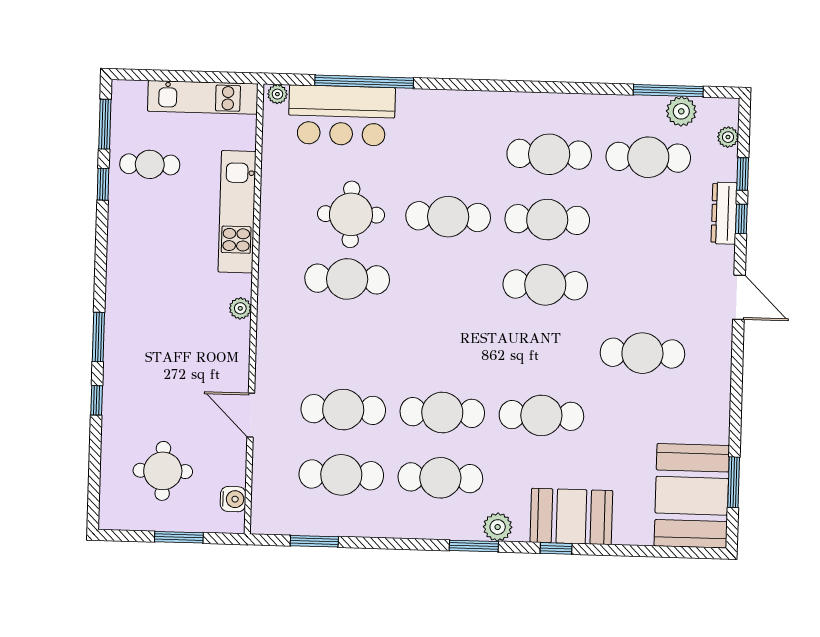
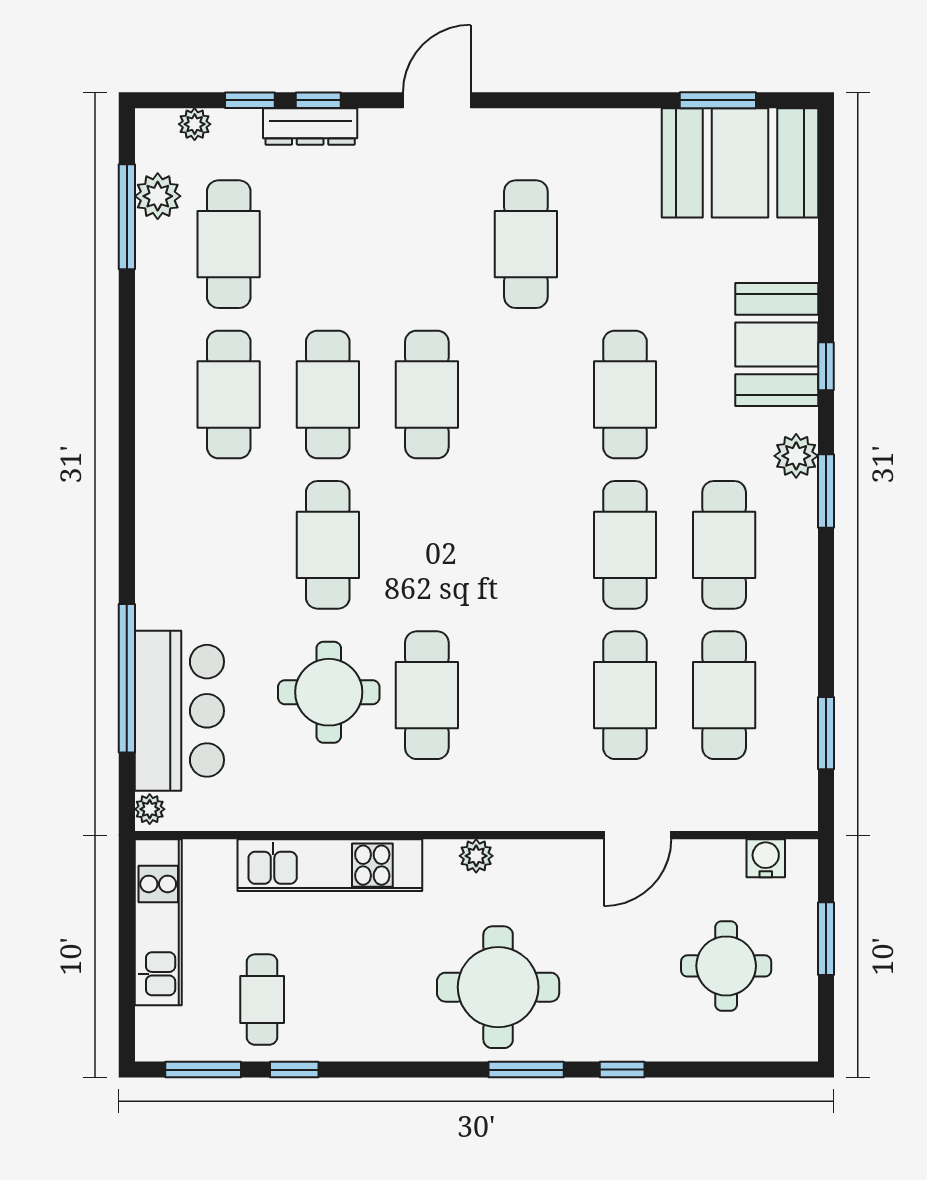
round table: (153, 320) -> (498, 987), added

